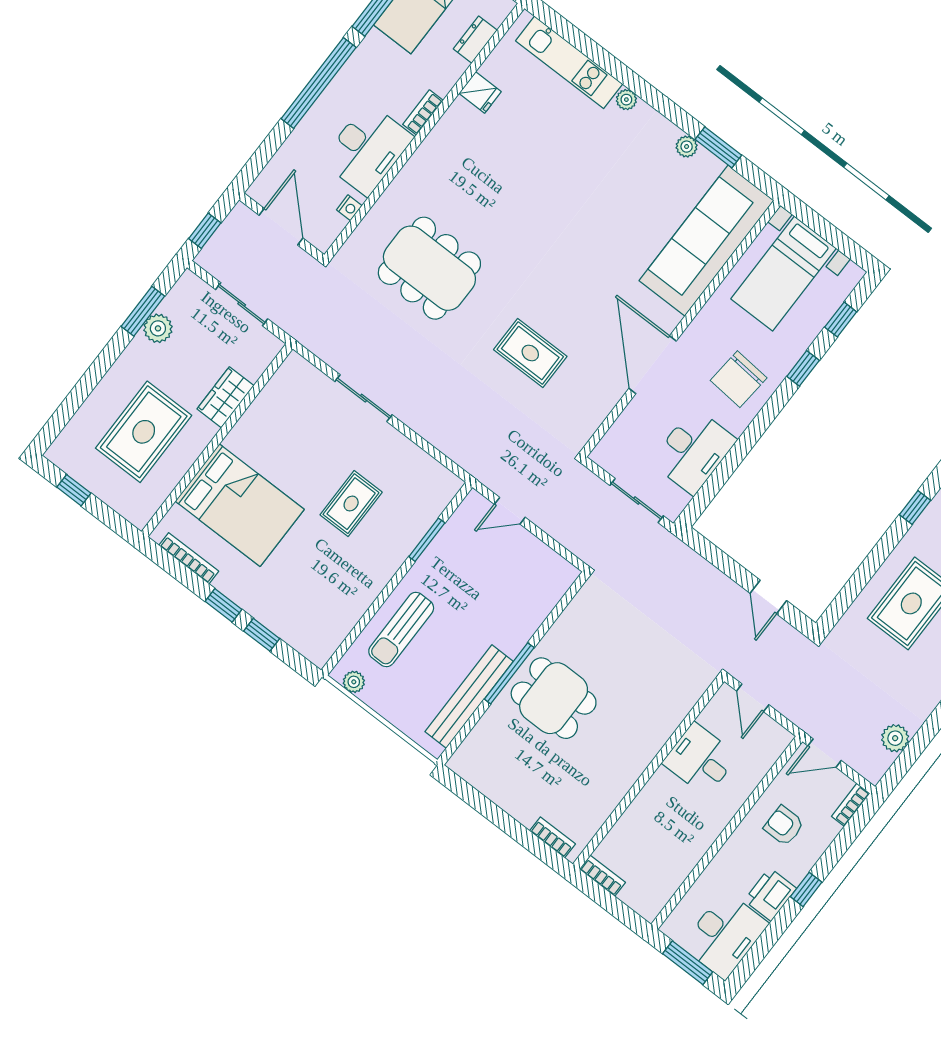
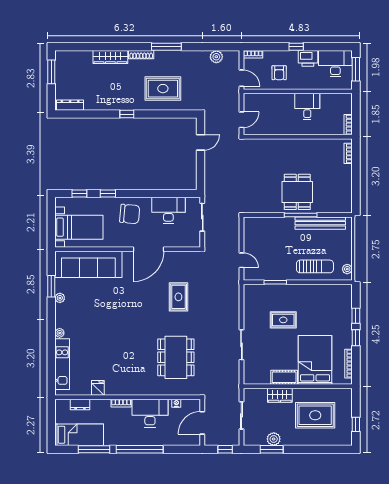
cot: (251, 429) -> (284, 377), added
desk: (700, 759) -> (307, 106), moved, turned 180

